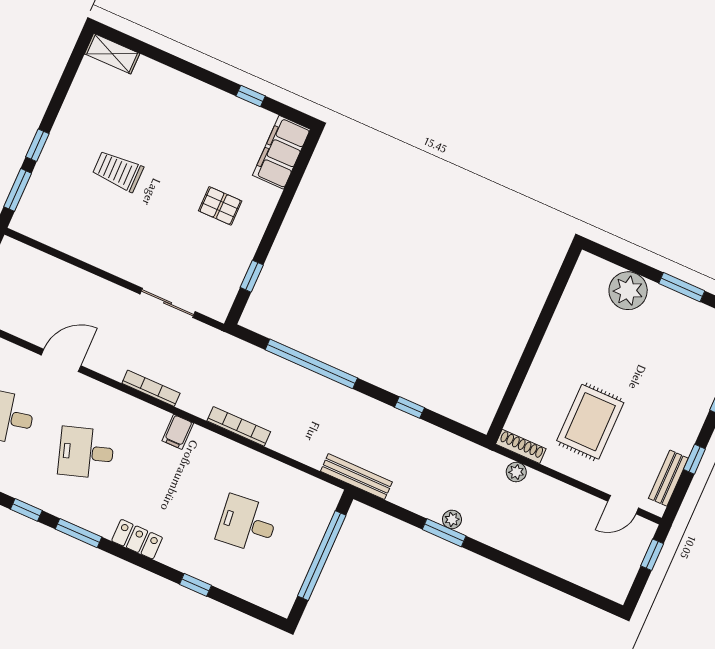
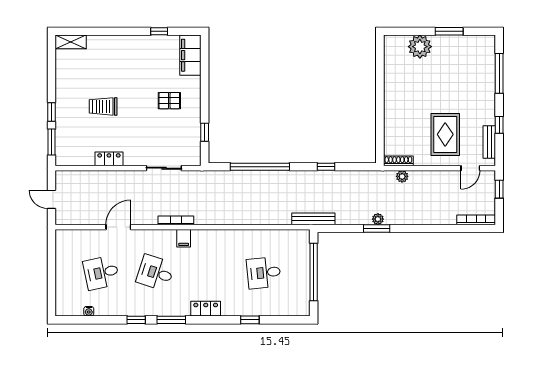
locker: (92, 253) -> (109, 159), added
rug: (590, 422) -> (445, 134), moved
bookcase: (239, 426) -> (476, 220), moved
filing cabinet: (178, 432) -> (184, 238), moved
desk: (86, 453) -> (155, 273), turned 36

